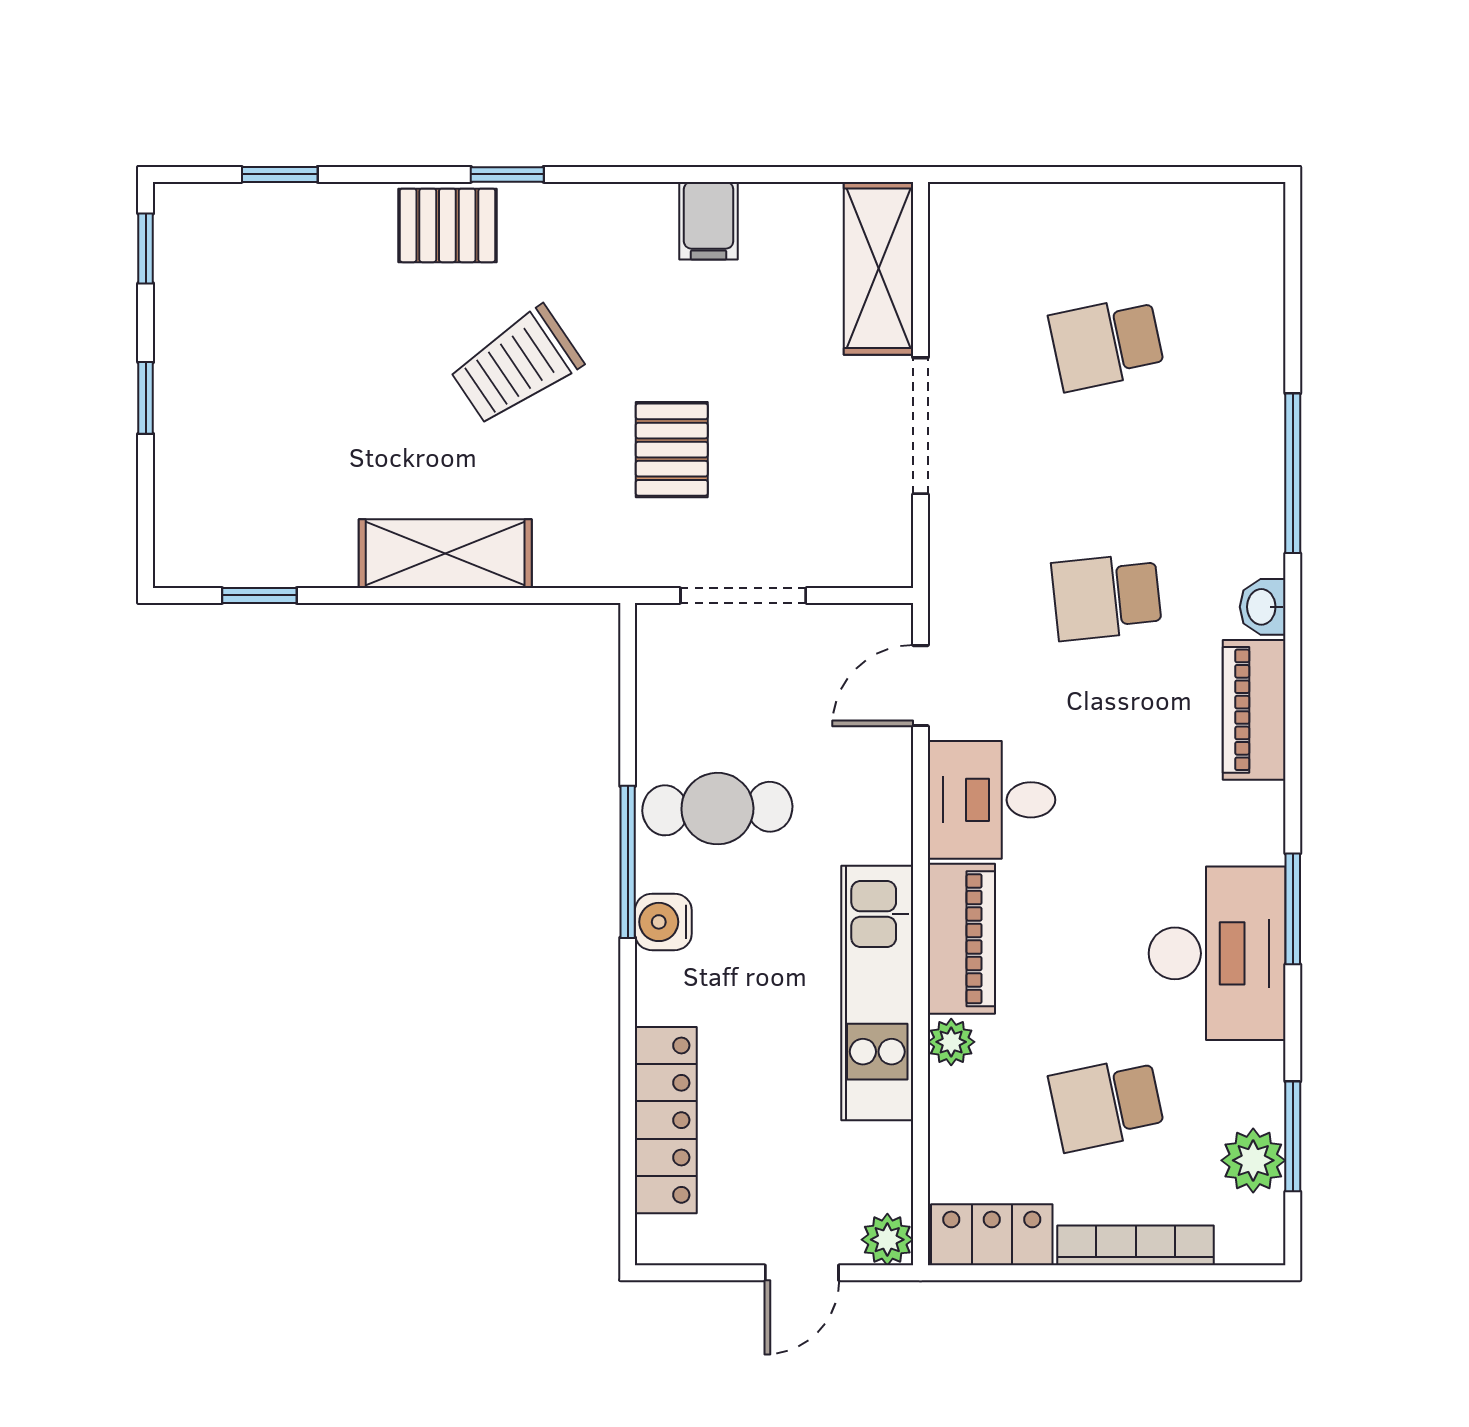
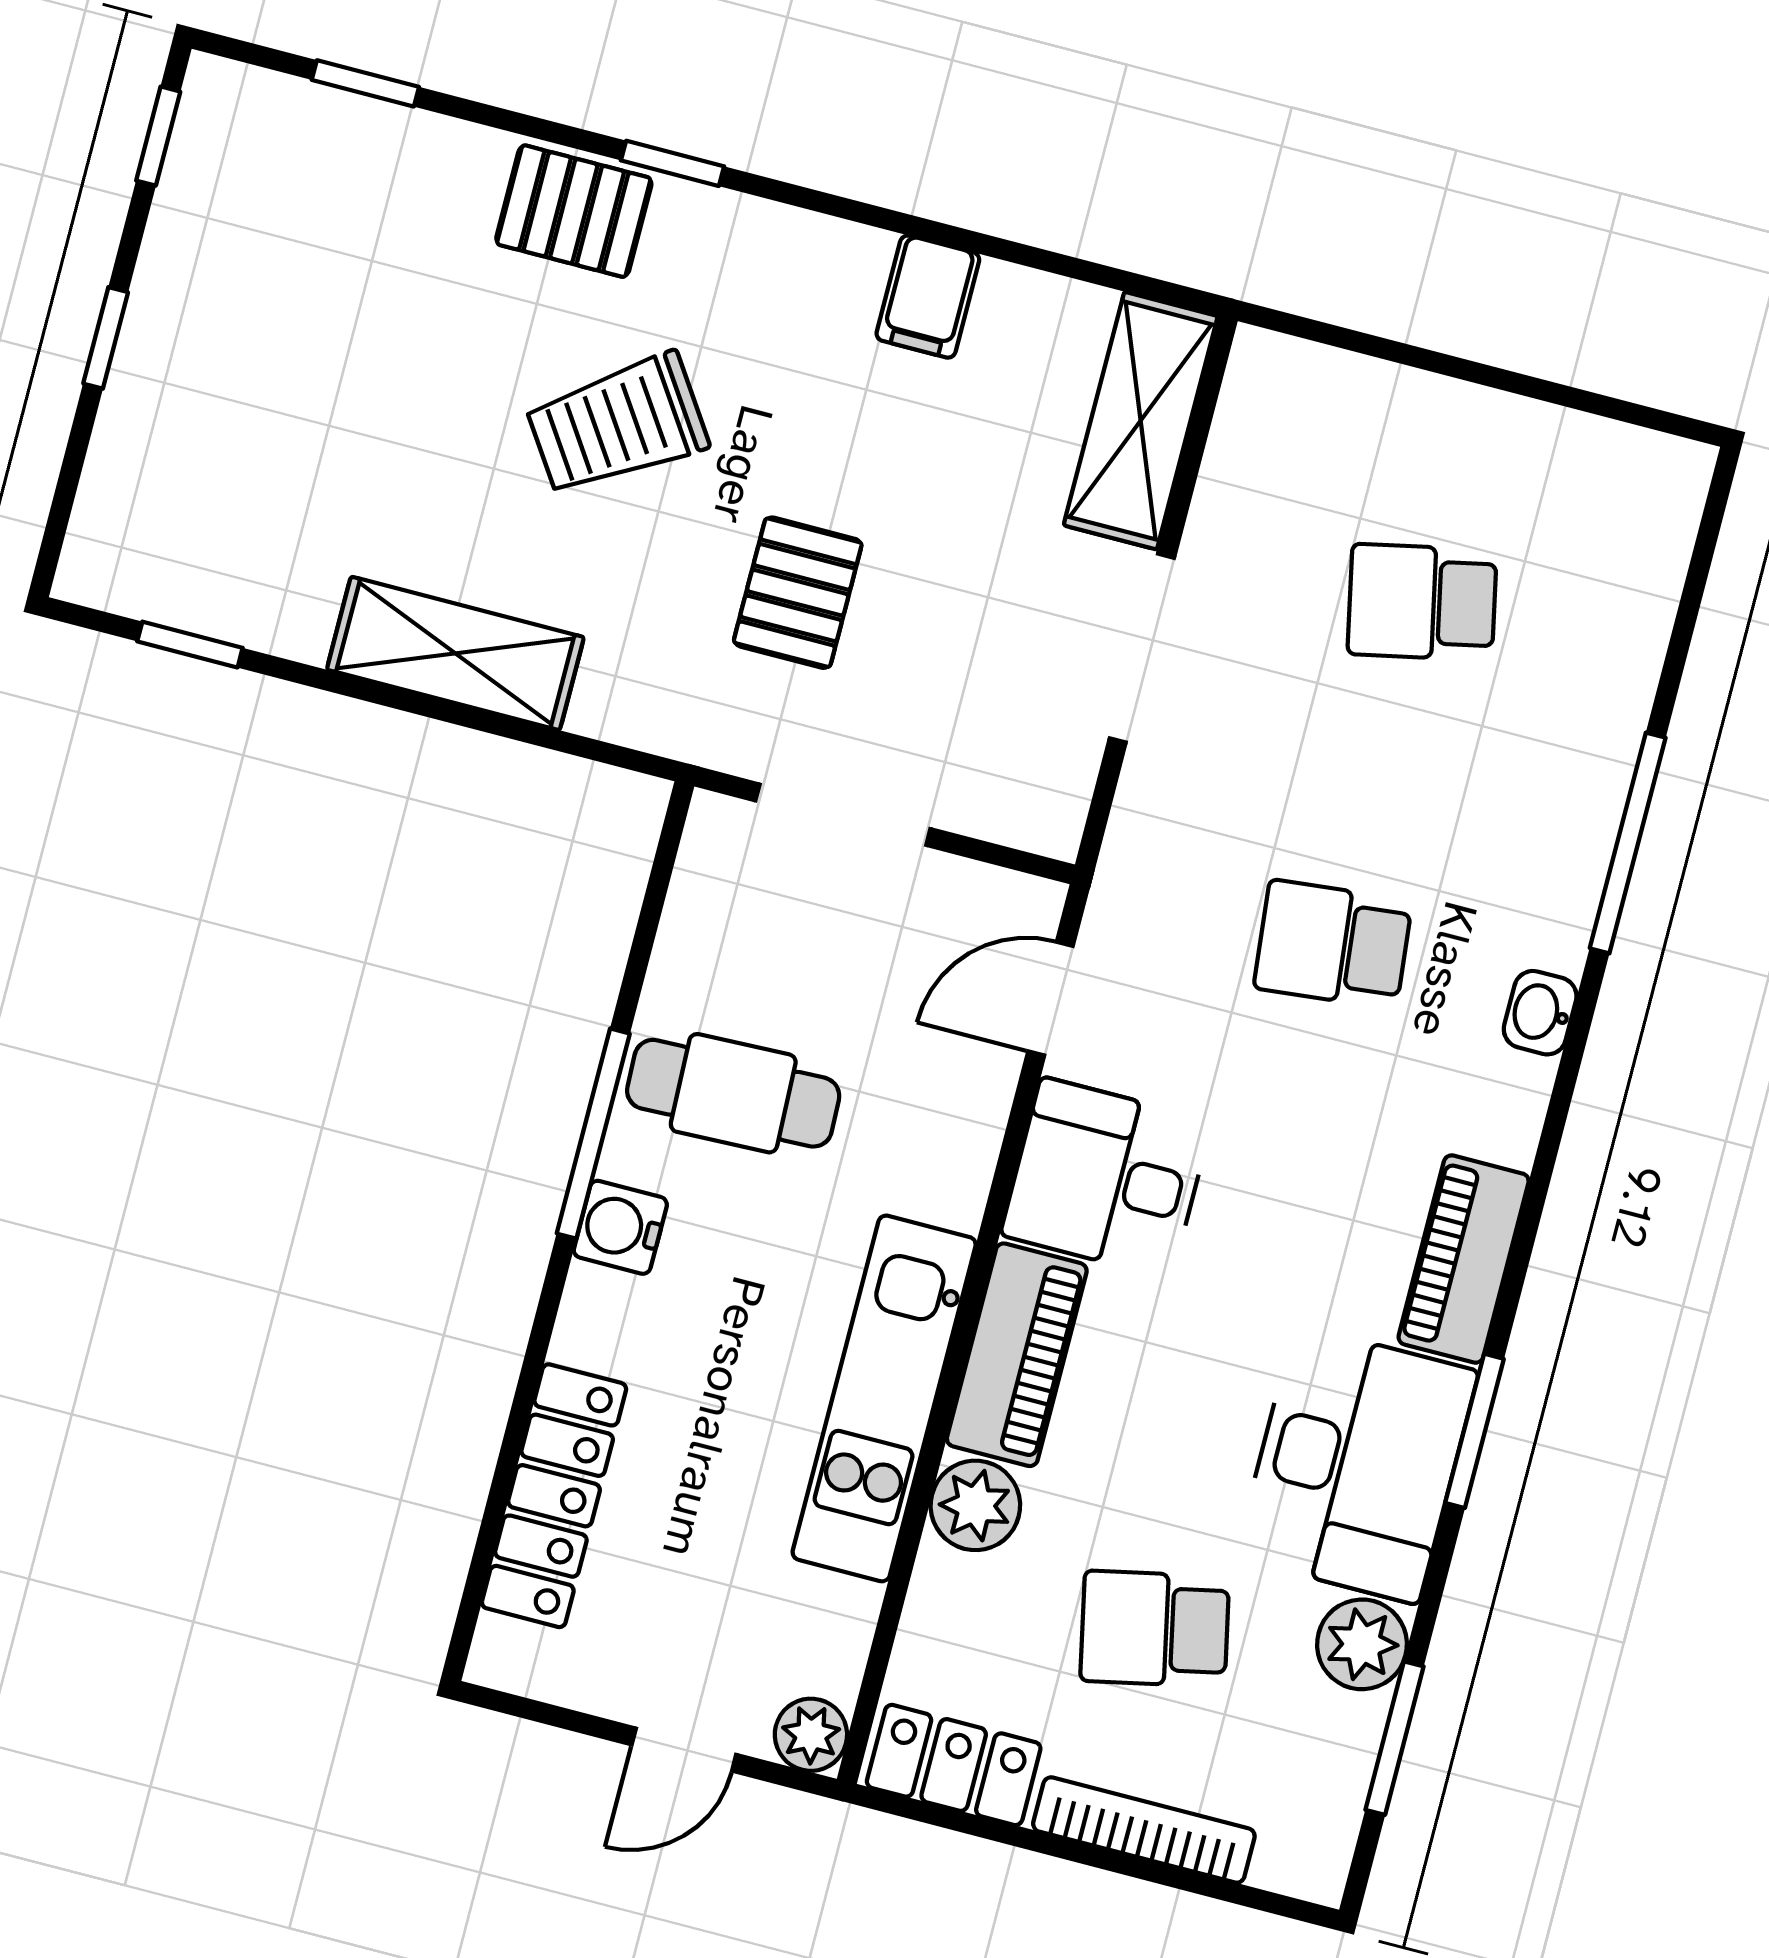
piano: (1254, 710) -> (1464, 1259), moved
plant: (951, 1042) -> (975, 1505), width x1.38, depth x1.38
plant: (1253, 1160) -> (1362, 1644), moved

